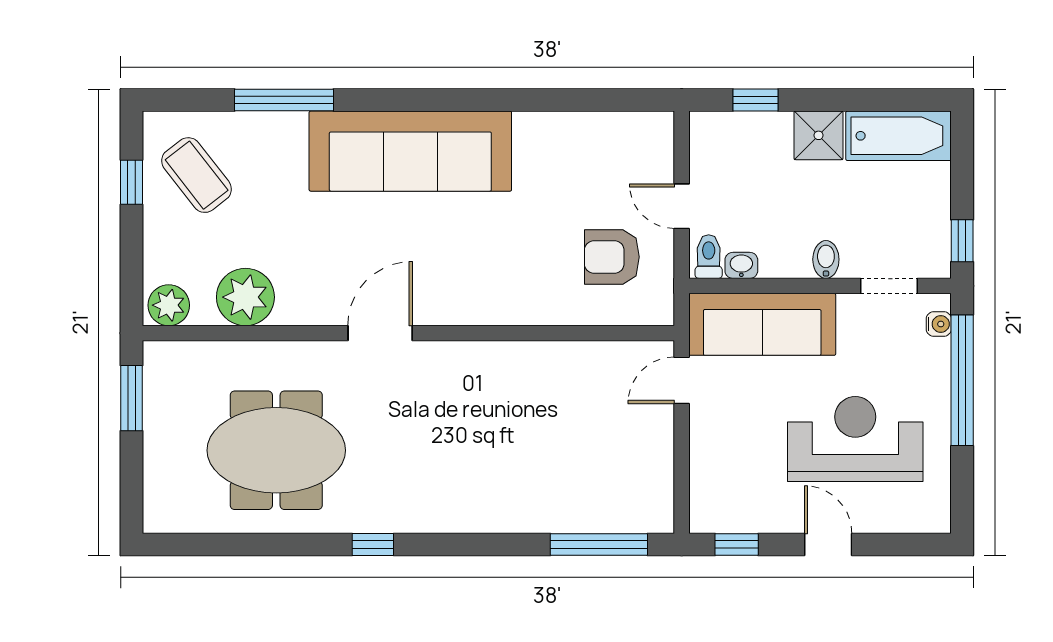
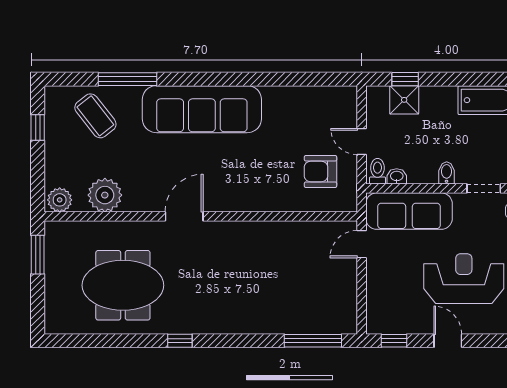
shower: (819, 135) -> (404, 100), moved
coffee table: (197, 175) -> (95, 116), moved

